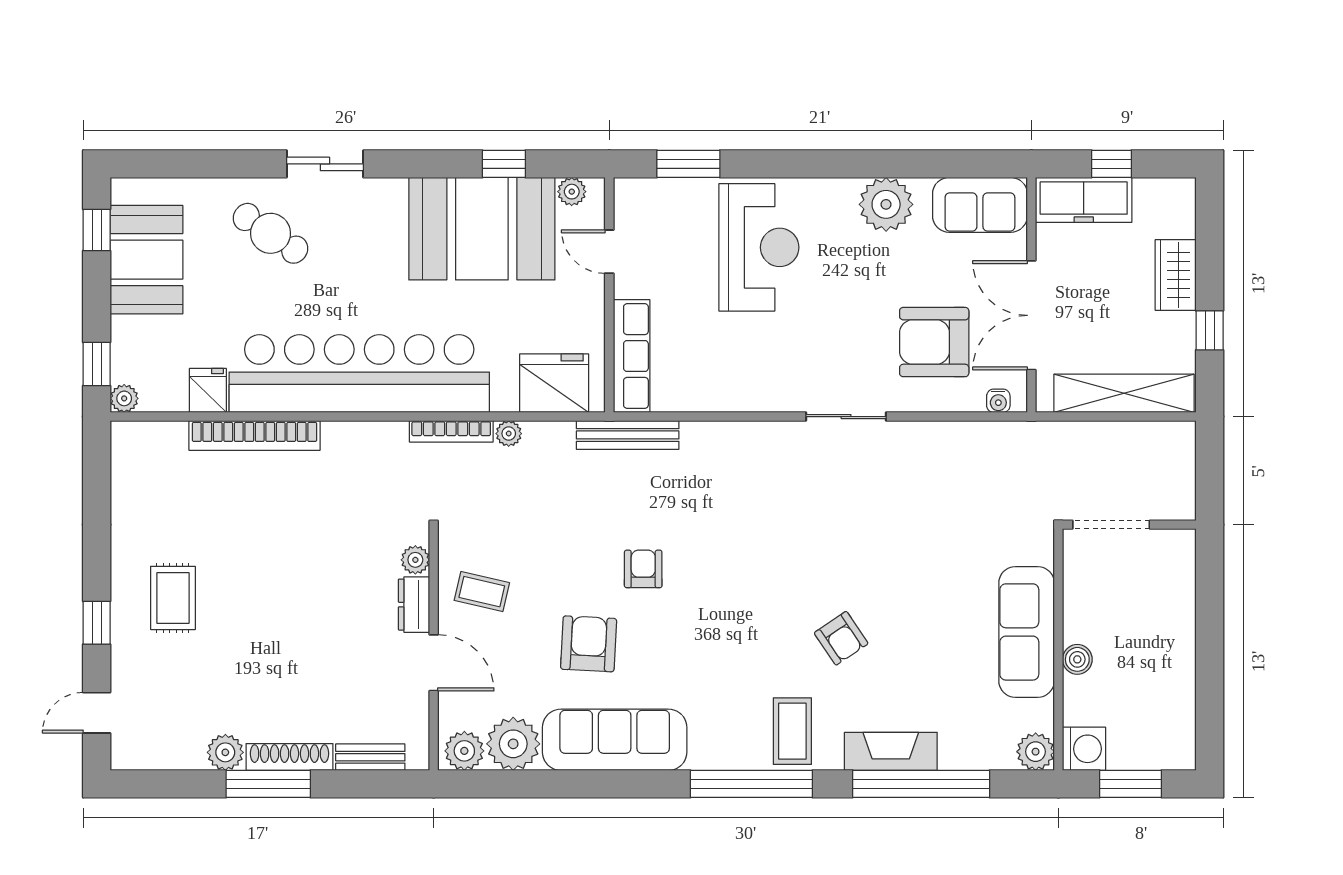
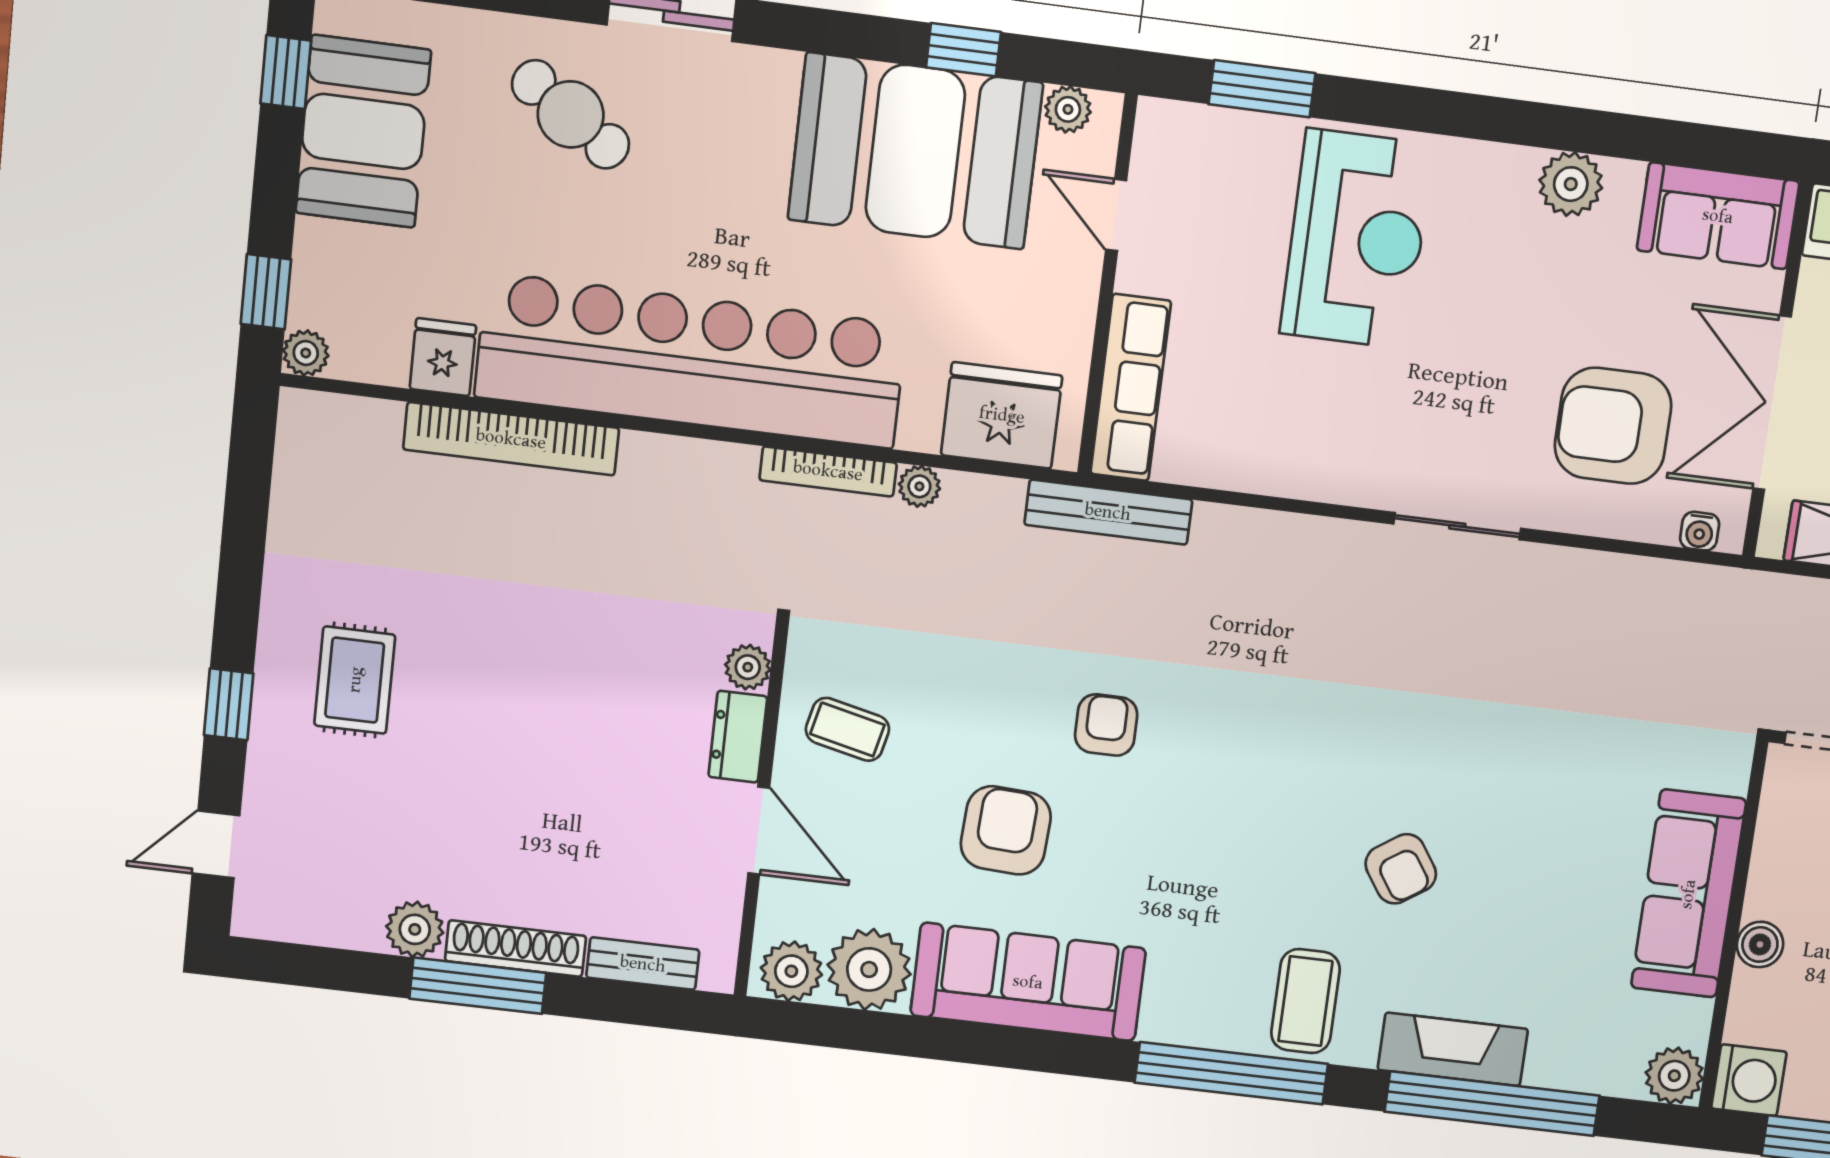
plant: (886, 204) -> (1571, 184), width x0.73, depth x0.73

